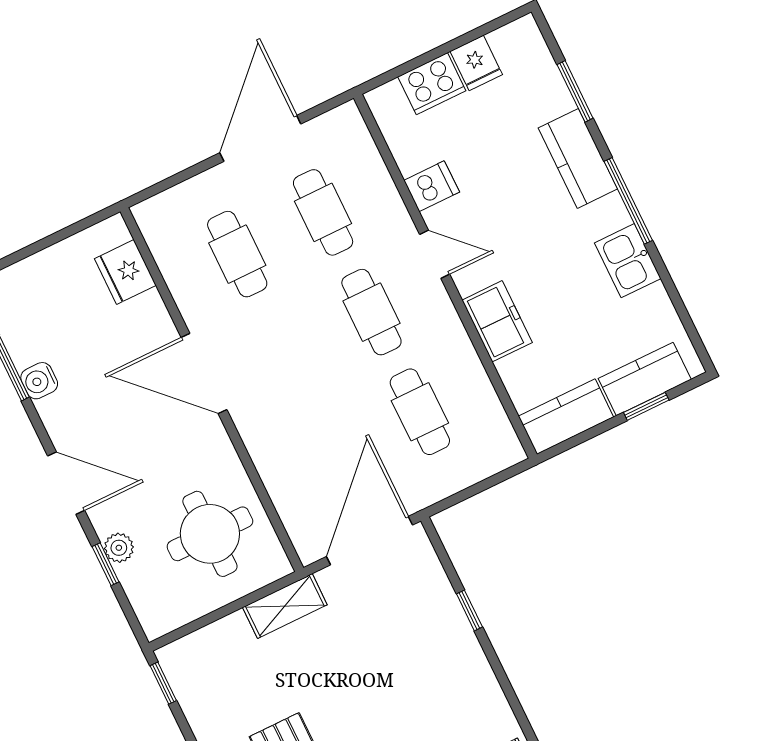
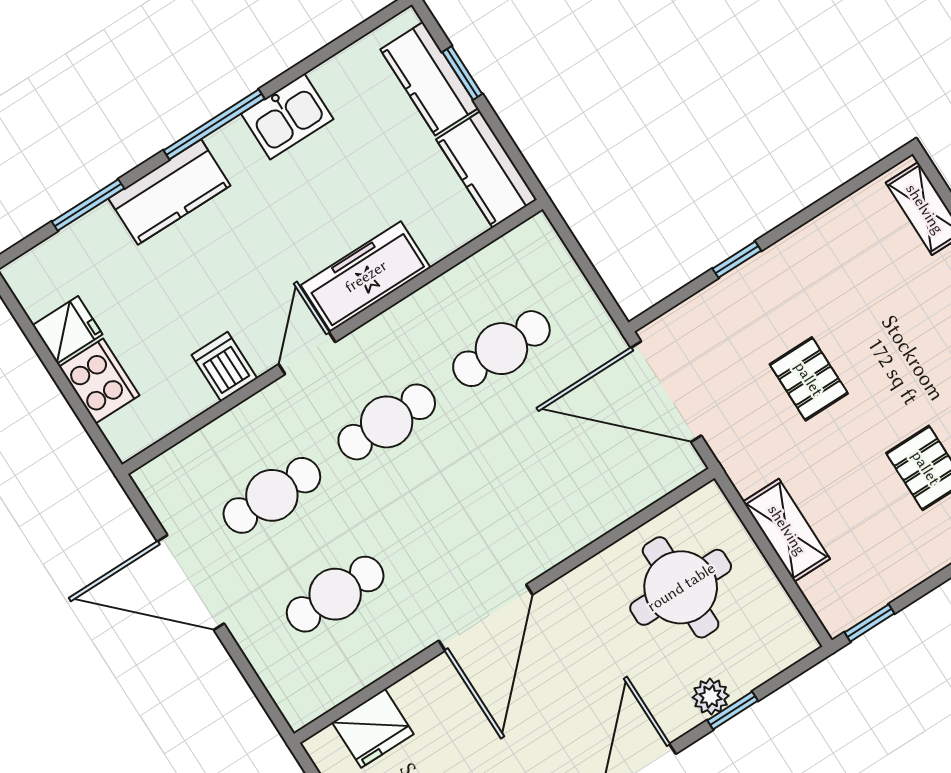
freezer: (497, 321) -> (366, 276), width x1.40
shelving: (285, 606) -> (787, 530), moved
pallet: (366, 657) -> (809, 379), added

